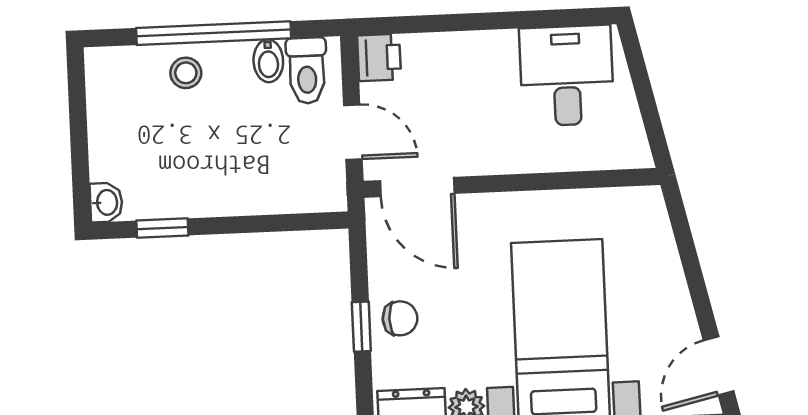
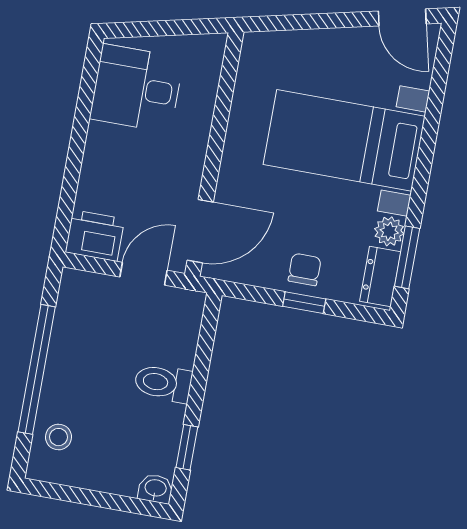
printer: (379, 57) -> (95, 236), width x1.36, depth x1.24
bidet: (268, 61) -> (69, 330), removed
toilet: (307, 70) -> (163, 383), moved, turned 180
stool: (186, 73) -> (59, 437), moved

